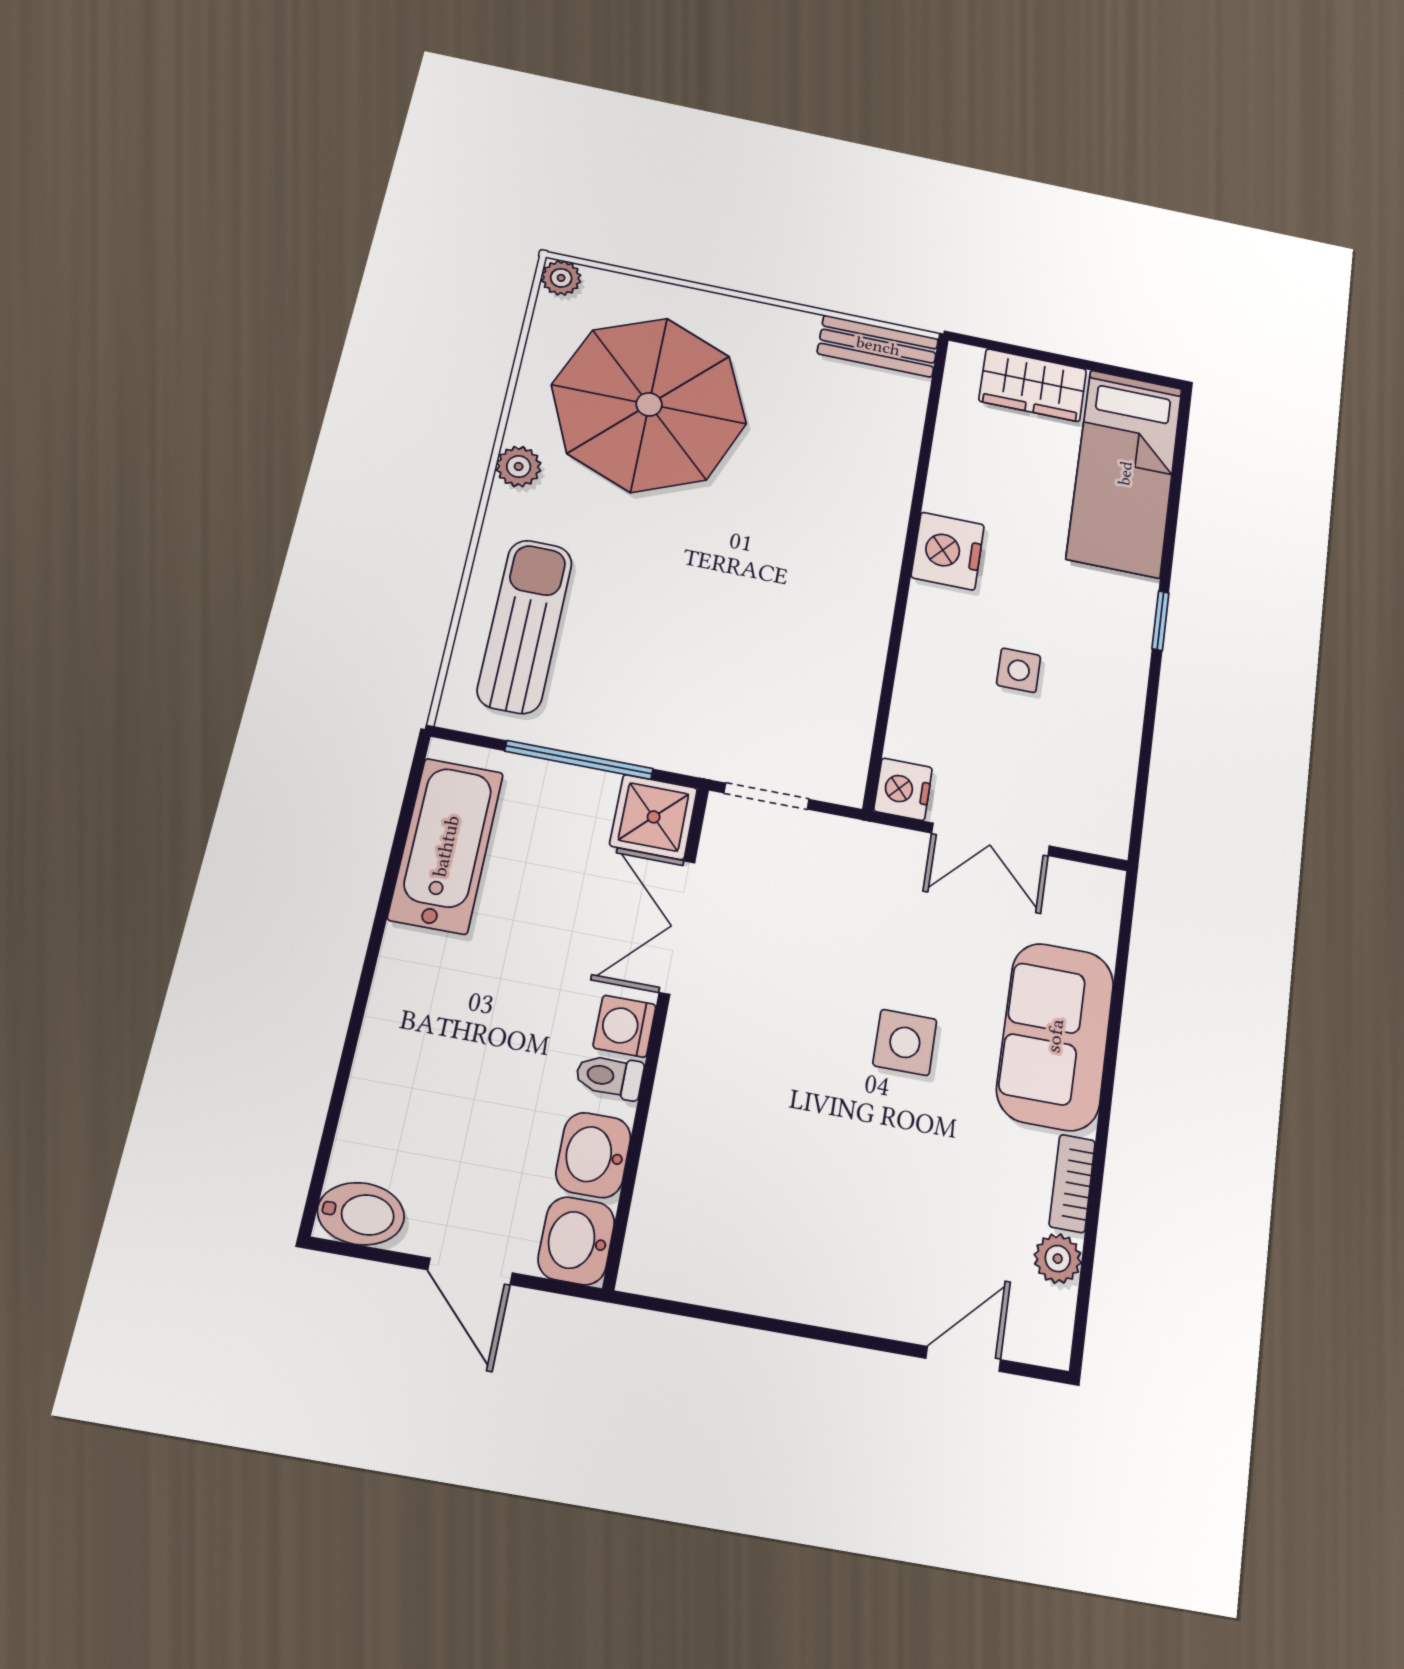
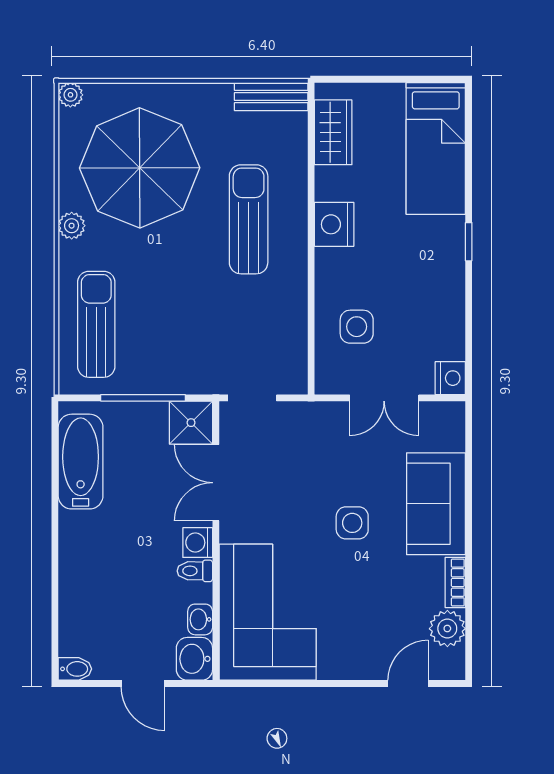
wardrobe: (1033, 385) -> (333, 132), moved, turned -90
sun lounger: (811, 516) -> (249, 219), added
side table: (1019, 670) -> (357, 327), moved, width x1.37, depth x1.37
nightstand: (903, 789) -> (450, 378), moved, turned 180
washbasin: (593, 1155) -> (200, 619), width x0.72, depth x0.69
corner sofa: (727, 1177) -> (268, 612), added
bidet: (361, 1214) -> (75, 669), width x0.72, depth x0.74
plant: (1058, 1259) -> (447, 629), width x1.38, depth x1.38

